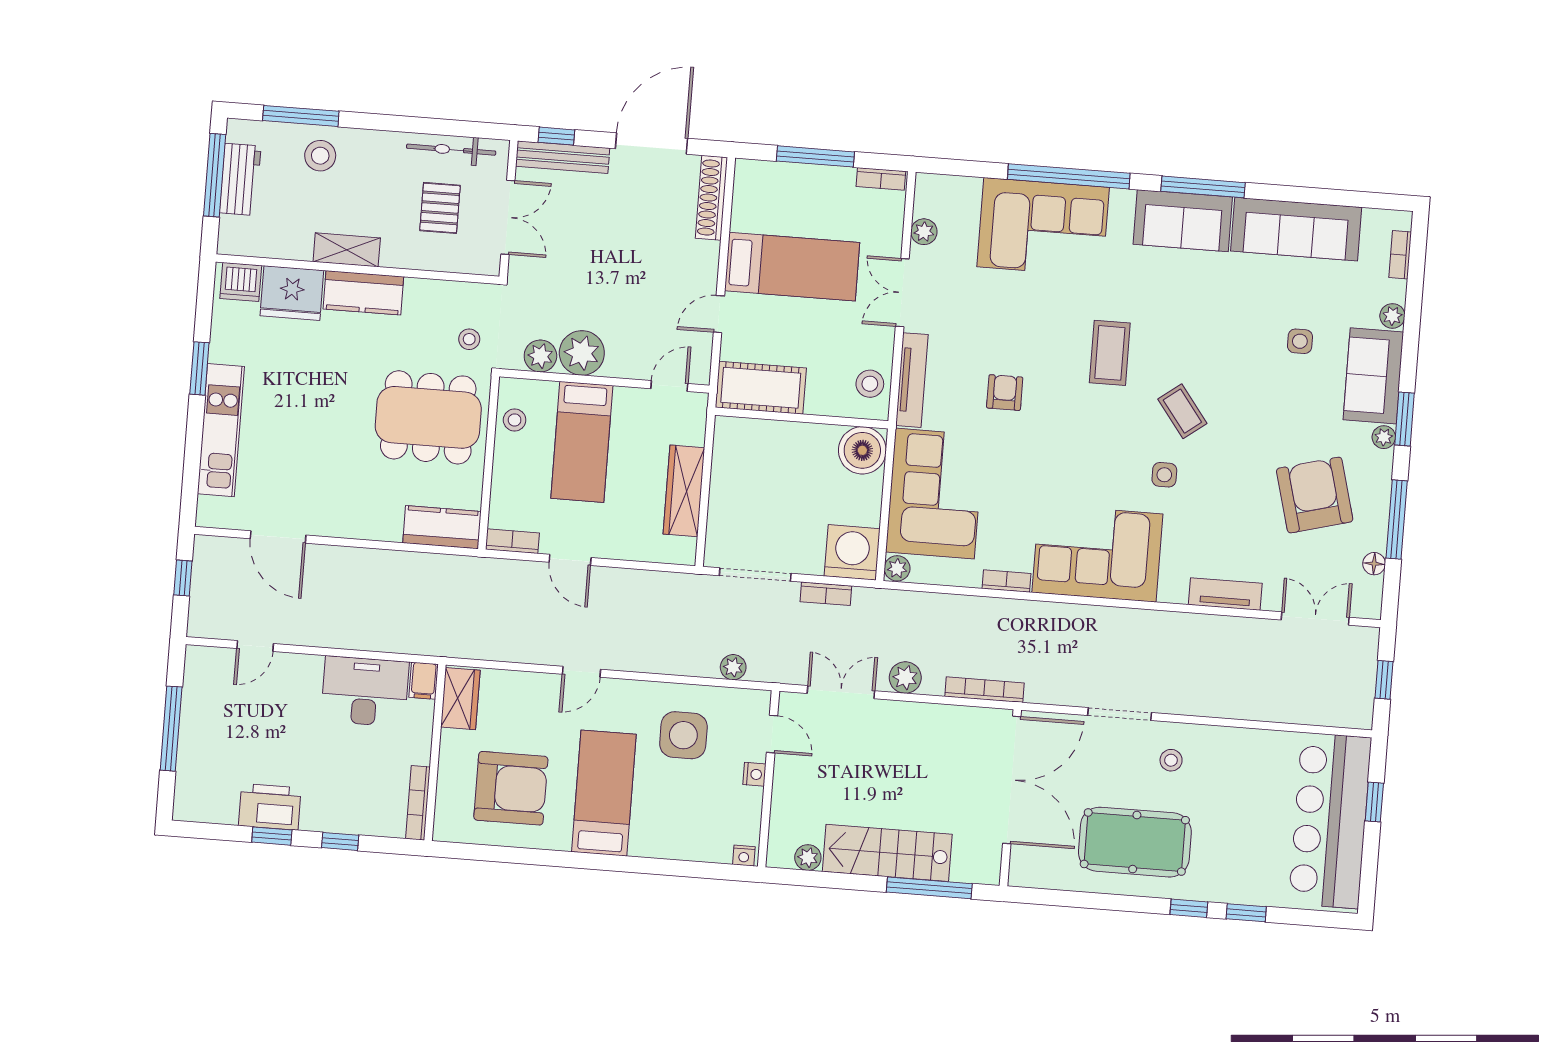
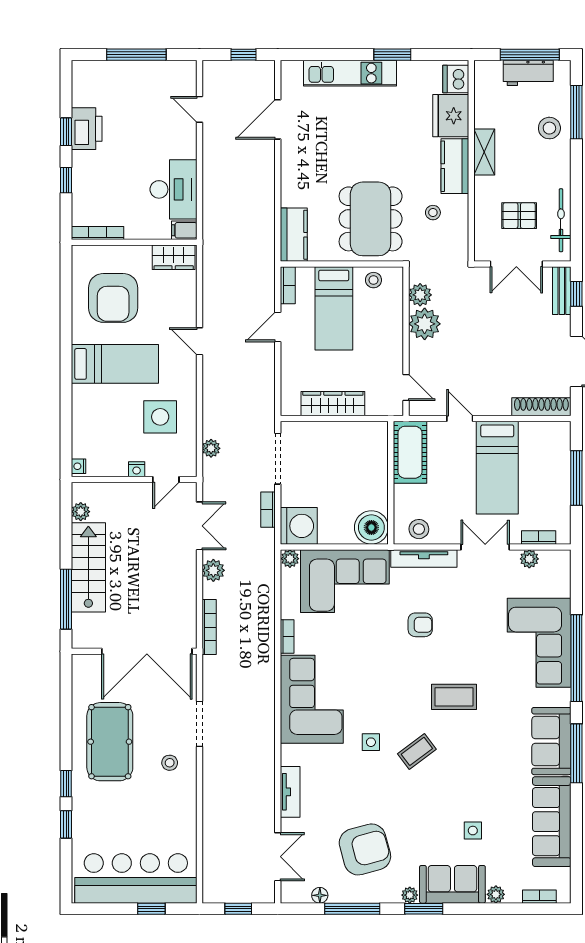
bench: (563, 157) -> (562, 291), width x0.73
bookcase: (881, 179) -> (539, 537), moved, turned 90
stool: (469, 339) -> (433, 213), moved
bed: (582, 442) -> (334, 308), moved, turned -90

